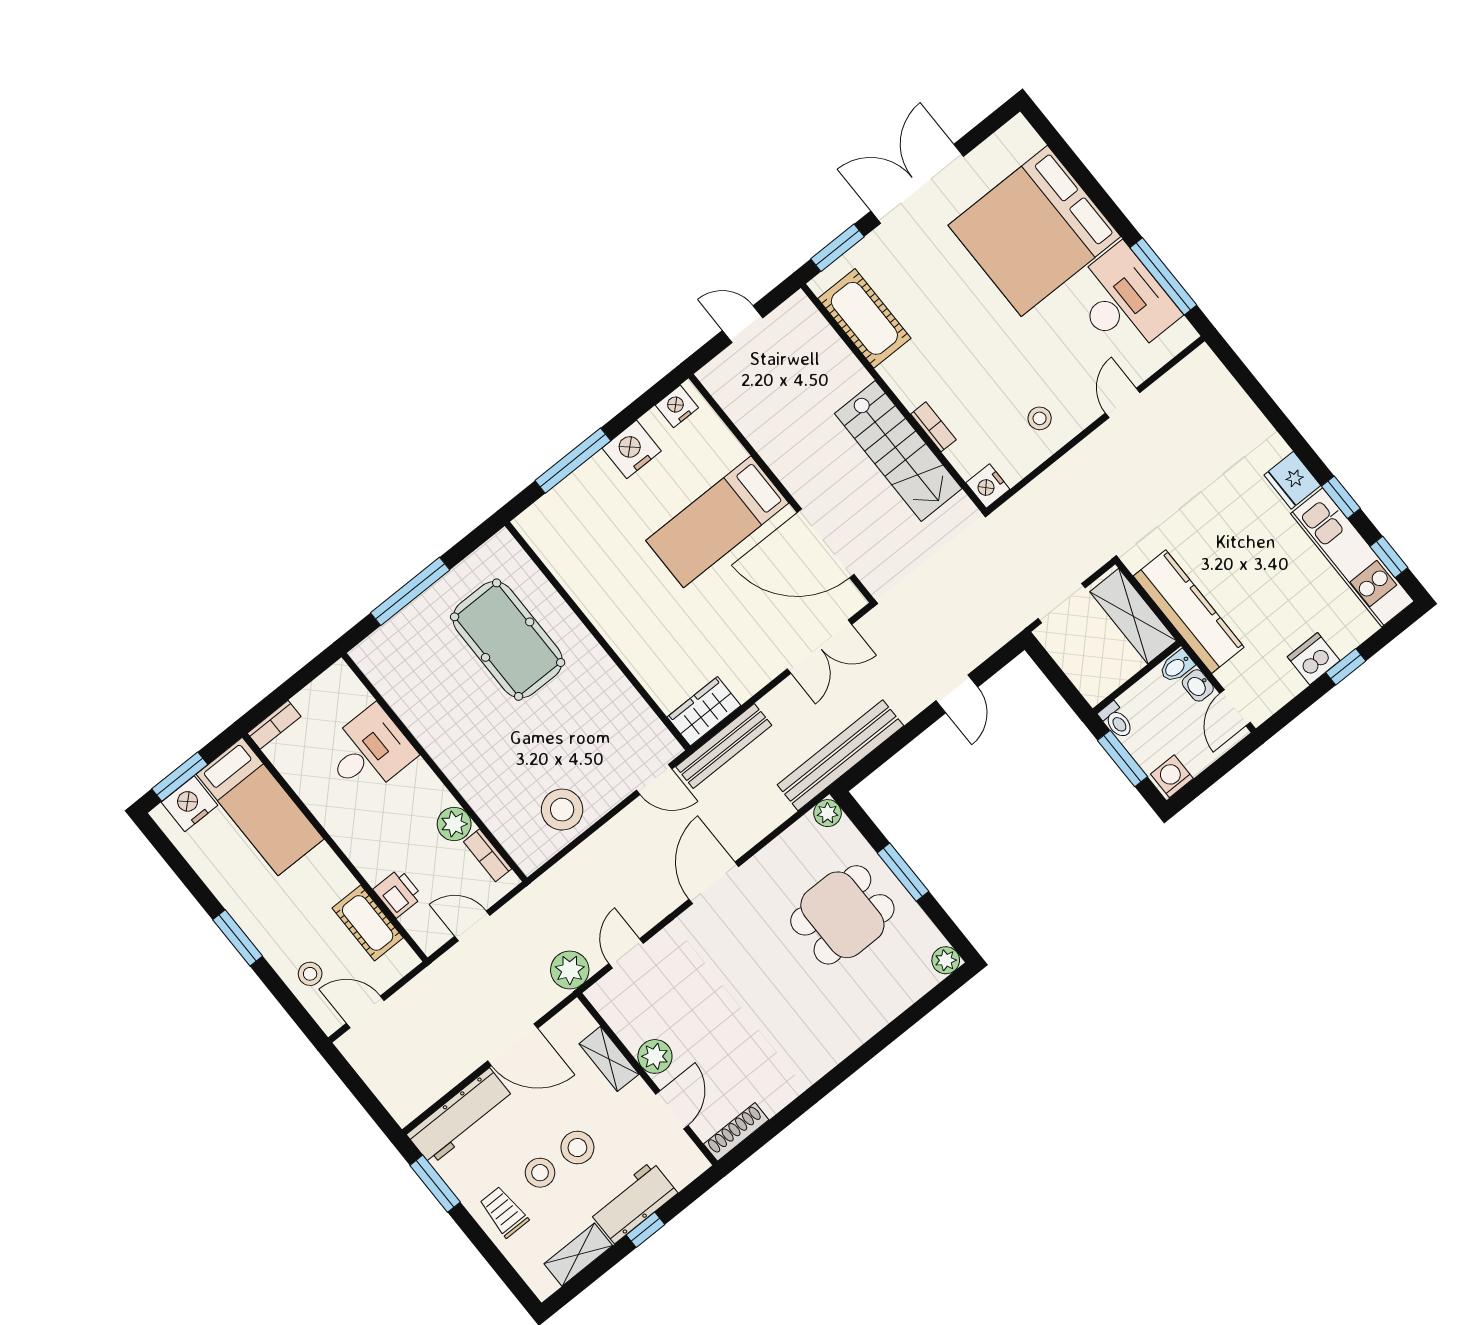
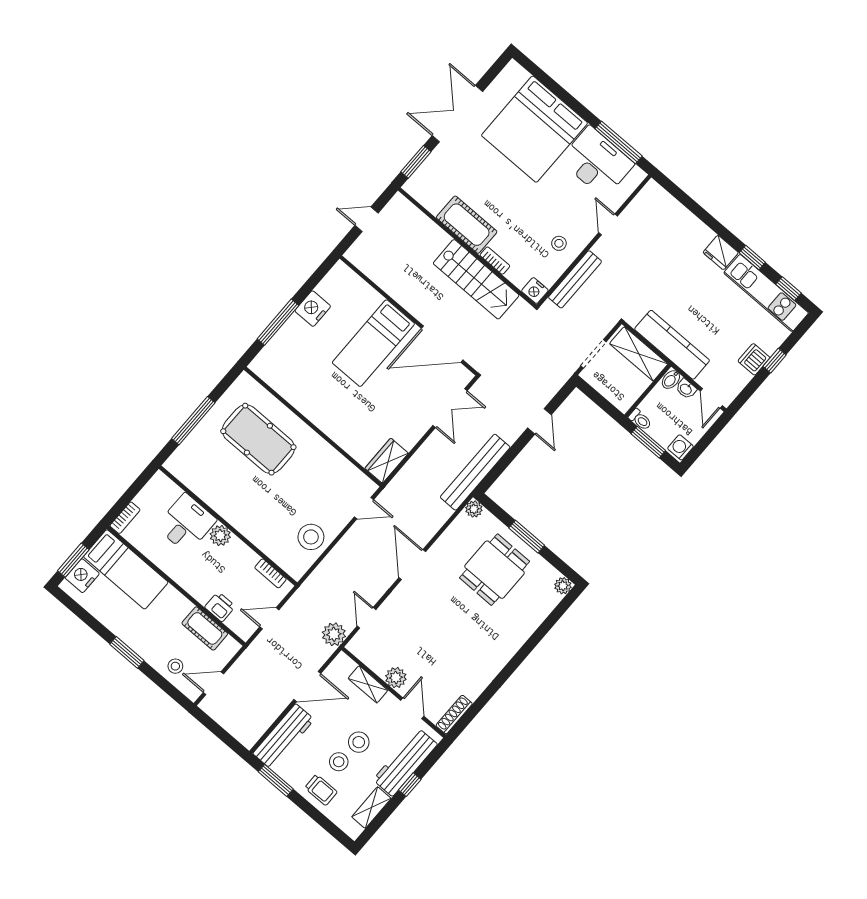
cot: (864, 318) -> (467, 225), moved
nightstand: (677, 406) -> (336, 277), removed
bench: (724, 746) -> (575, 279), moved
plant: (454, 824) -> (220, 535), moved
workbench: (633, 1202) -> (405, 762), width x1.38
trolley: (504, 1212) -> (321, 790), turned 180

